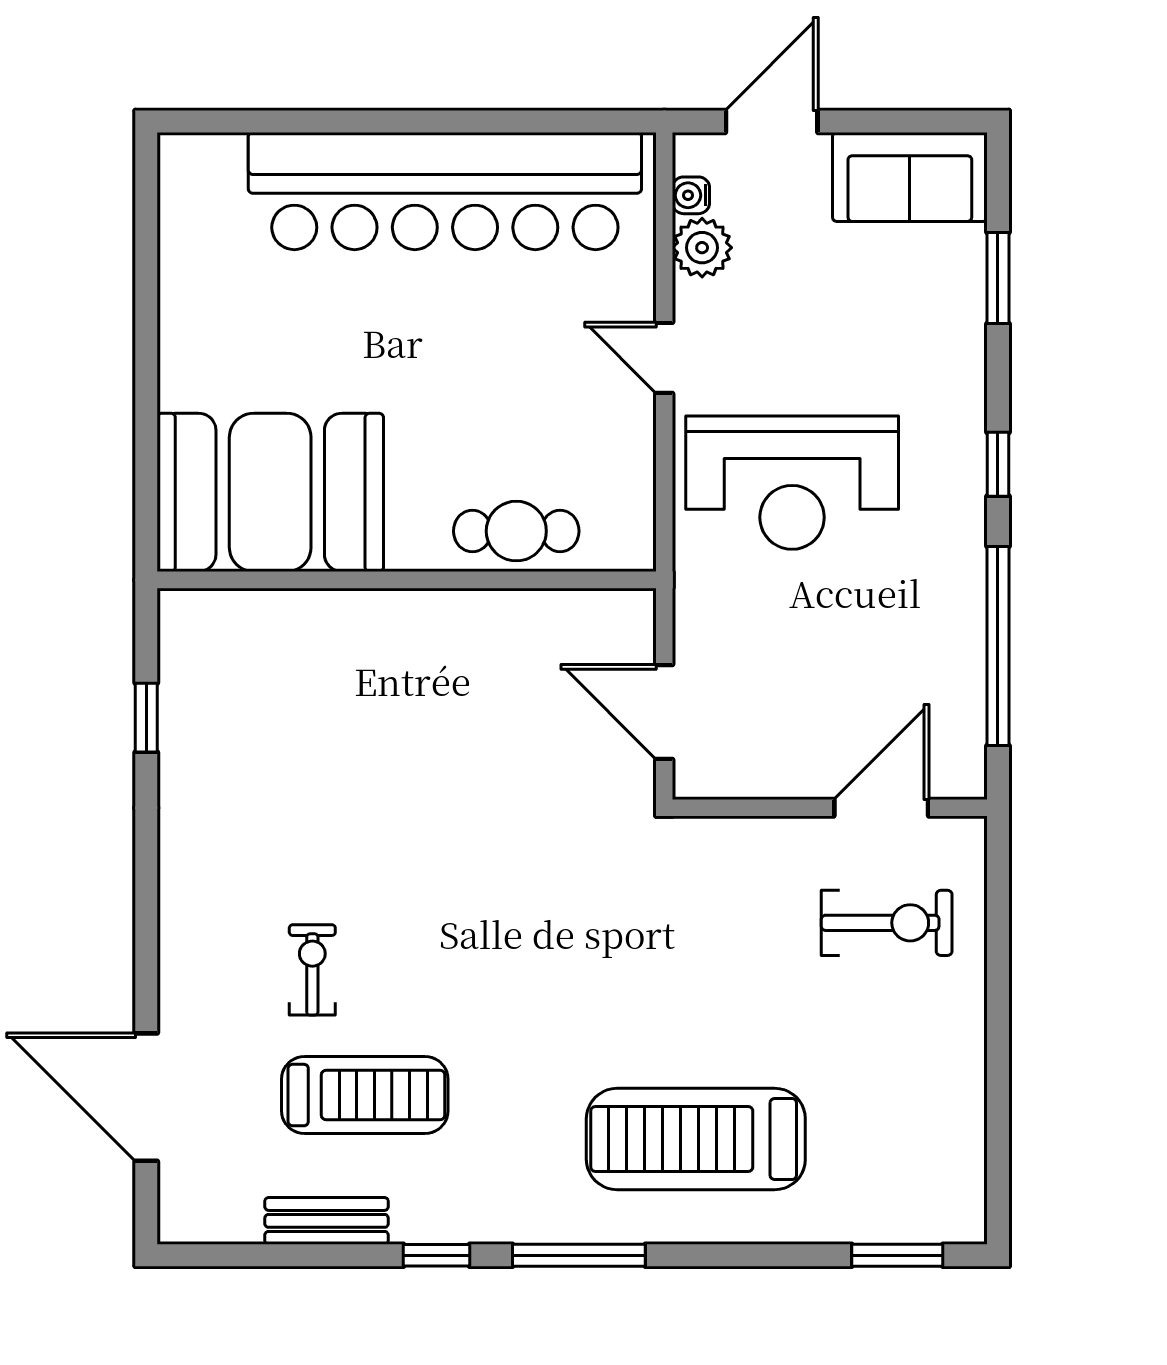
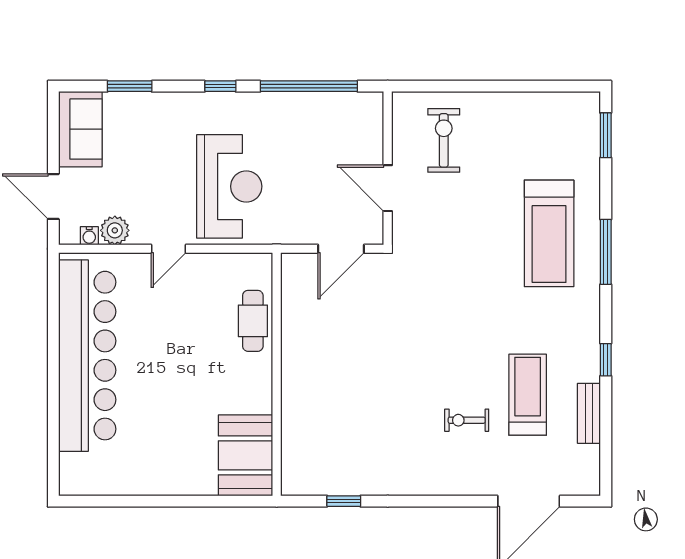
booth: (270, 492) -> (246, 455), width x0.73, depth x0.70
door: (881, 808) -> (388, 188), moved
window: (579, 1255) -> (606, 252), moved

